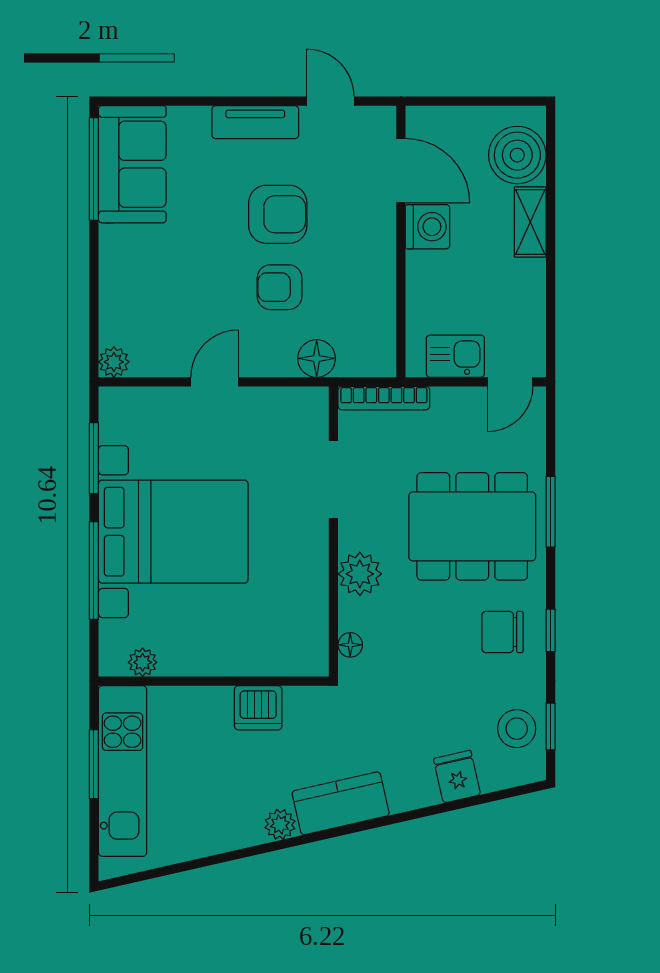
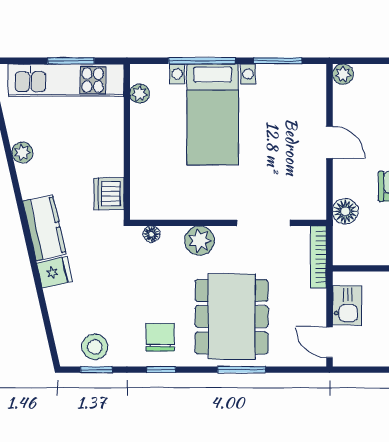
bed with nightstands: (173, 532) -> (213, 114), width x0.73
dishwasher: (258, 708) -> (109, 194), moved
fridge: (457, 777) -> (55, 272), moved
plant: (280, 824) -> (22, 153), moved

